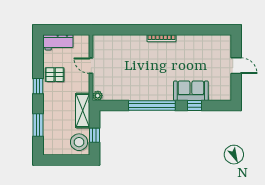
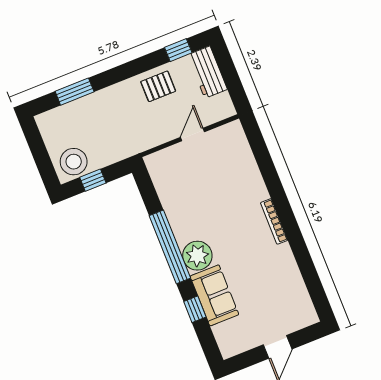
pallet: (55, 75) -> (158, 86), turned 90
window: (38, 86) -> (178, 50), moved
plant: (98, 96) -> (197, 256), moved, width x1.88, depth x1.88
shelving: (83, 111) -> (122, 148), removed

